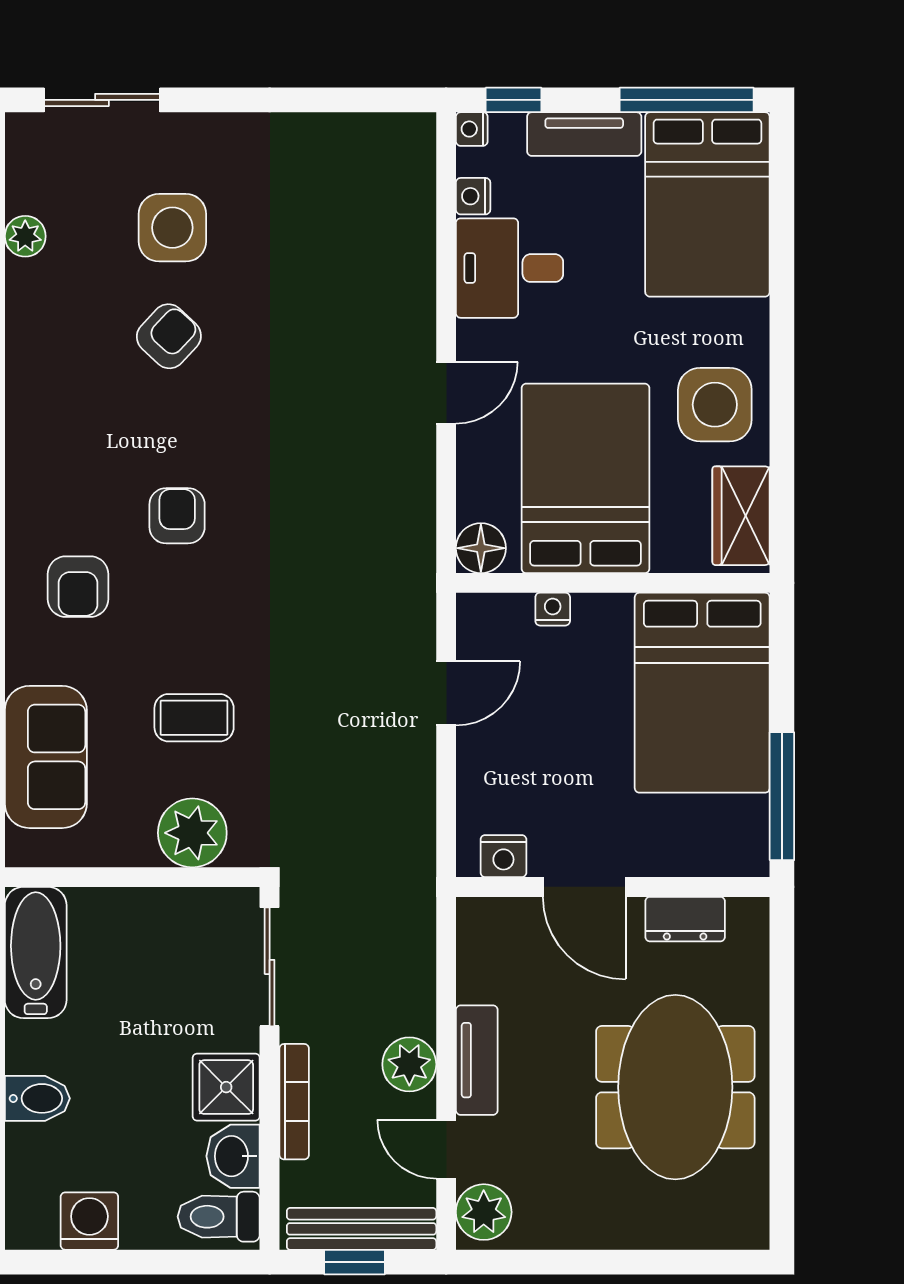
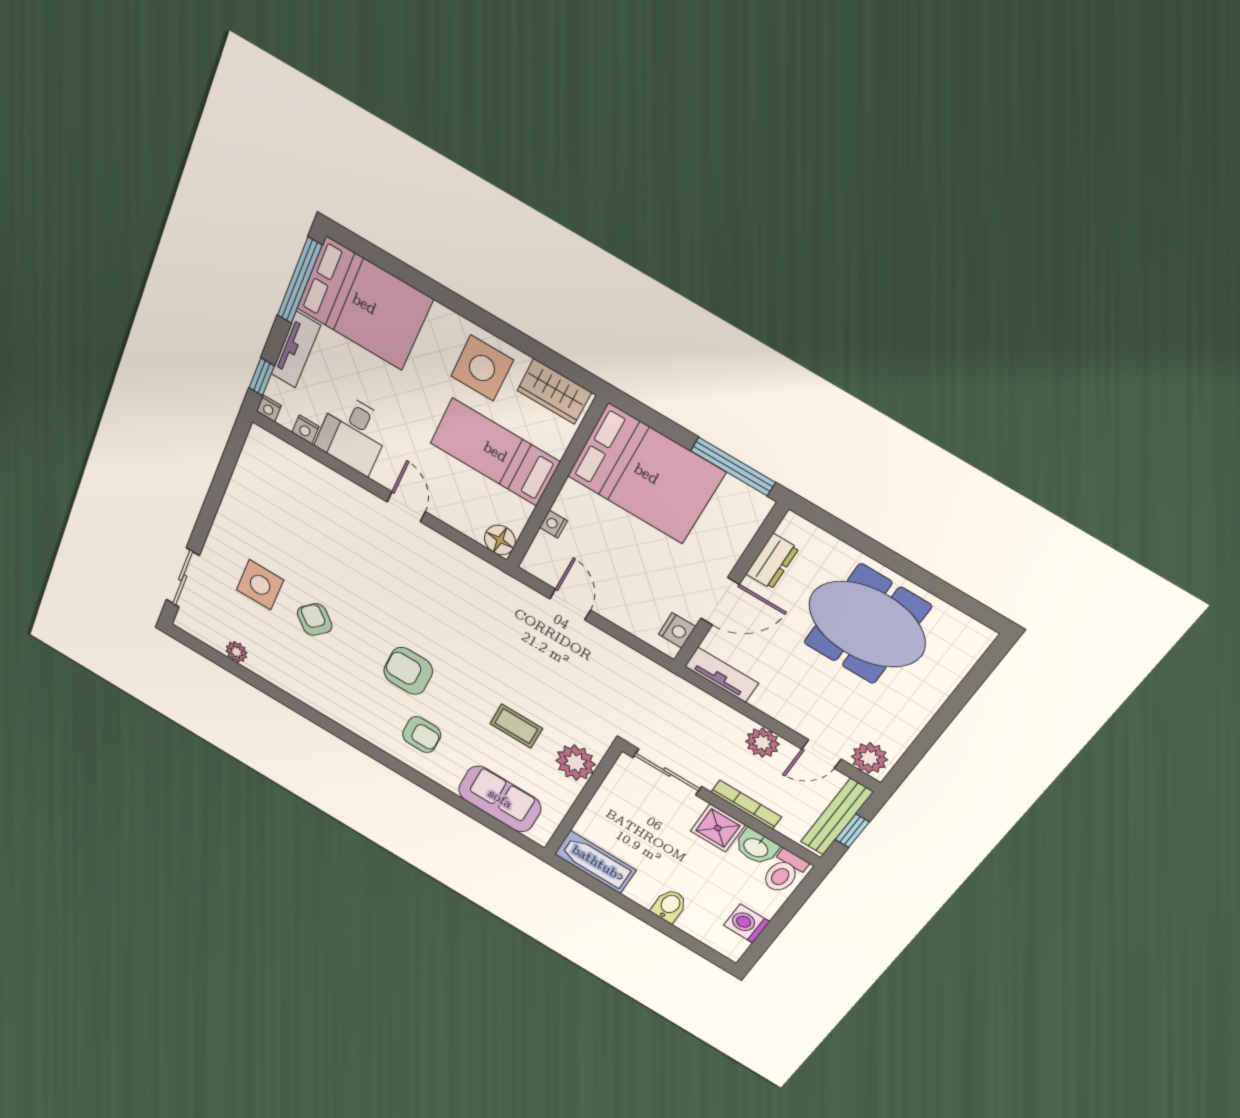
bed: (585, 478) -> (495, 452), width x0.67
armchair: (177, 516) -> (408, 671), width x1.38, depth x1.38
coffee table: (194, 718) -> (516, 726), turned 90
tv unit: (477, 1060) -> (722, 675), moved

